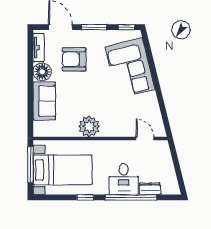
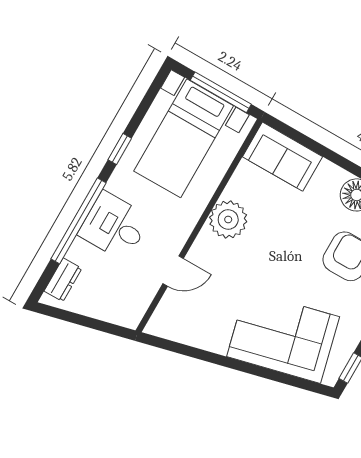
sofa: (44, 101) -> (282, 157), moved
door: (145, 138) -> (173, 271), moved
dresser: (150, 189) -> (63, 280), moved

